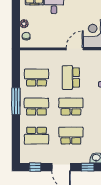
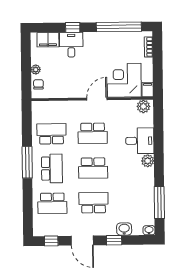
school desk: (71, 78) -> (93, 133), turned -90
school desk: (36, 107) -> (52, 169), turned 90
school desk: (71, 107) -> (93, 168), turned 180

